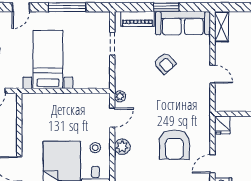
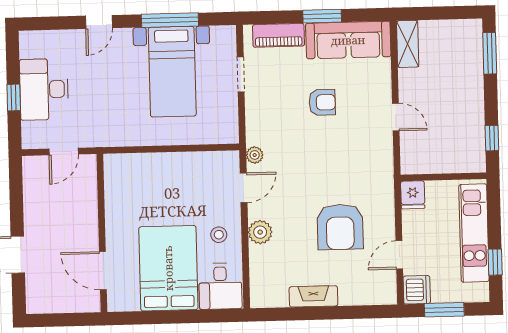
bed with nightstands: (48, 59) -> (172, 72), moved, turned 180
armchair: (165, 63) -> (322, 102), turned -48

